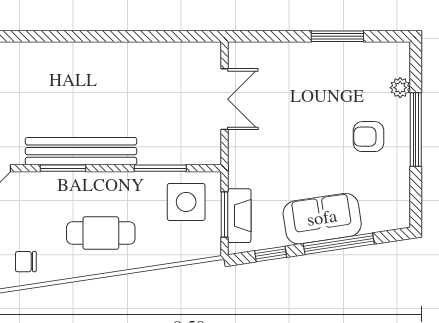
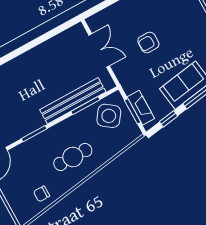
armchair: (369, 137) -> (148, 42), moved
bench: (81, 151) -> (73, 101), moved
side table: (186, 202) -> (109, 116), turned 36

